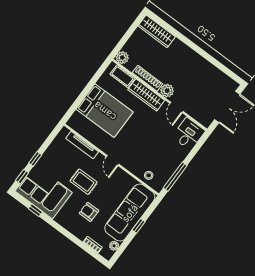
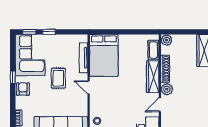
bed: (105, 111) -> (104, 55), moved
door: (113, 160) -> (89, 87), hinge flipped
window: (35, 210) -> (13, 77), moved
armchair: (89, 212) -> (23, 89), moved

